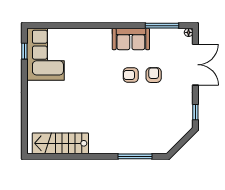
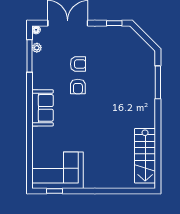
plant: (170, 33) -> (37, 48), added
sofa: (131, 39) -> (43, 108), moved
armchair: (154, 75) -> (78, 64), turned 180

